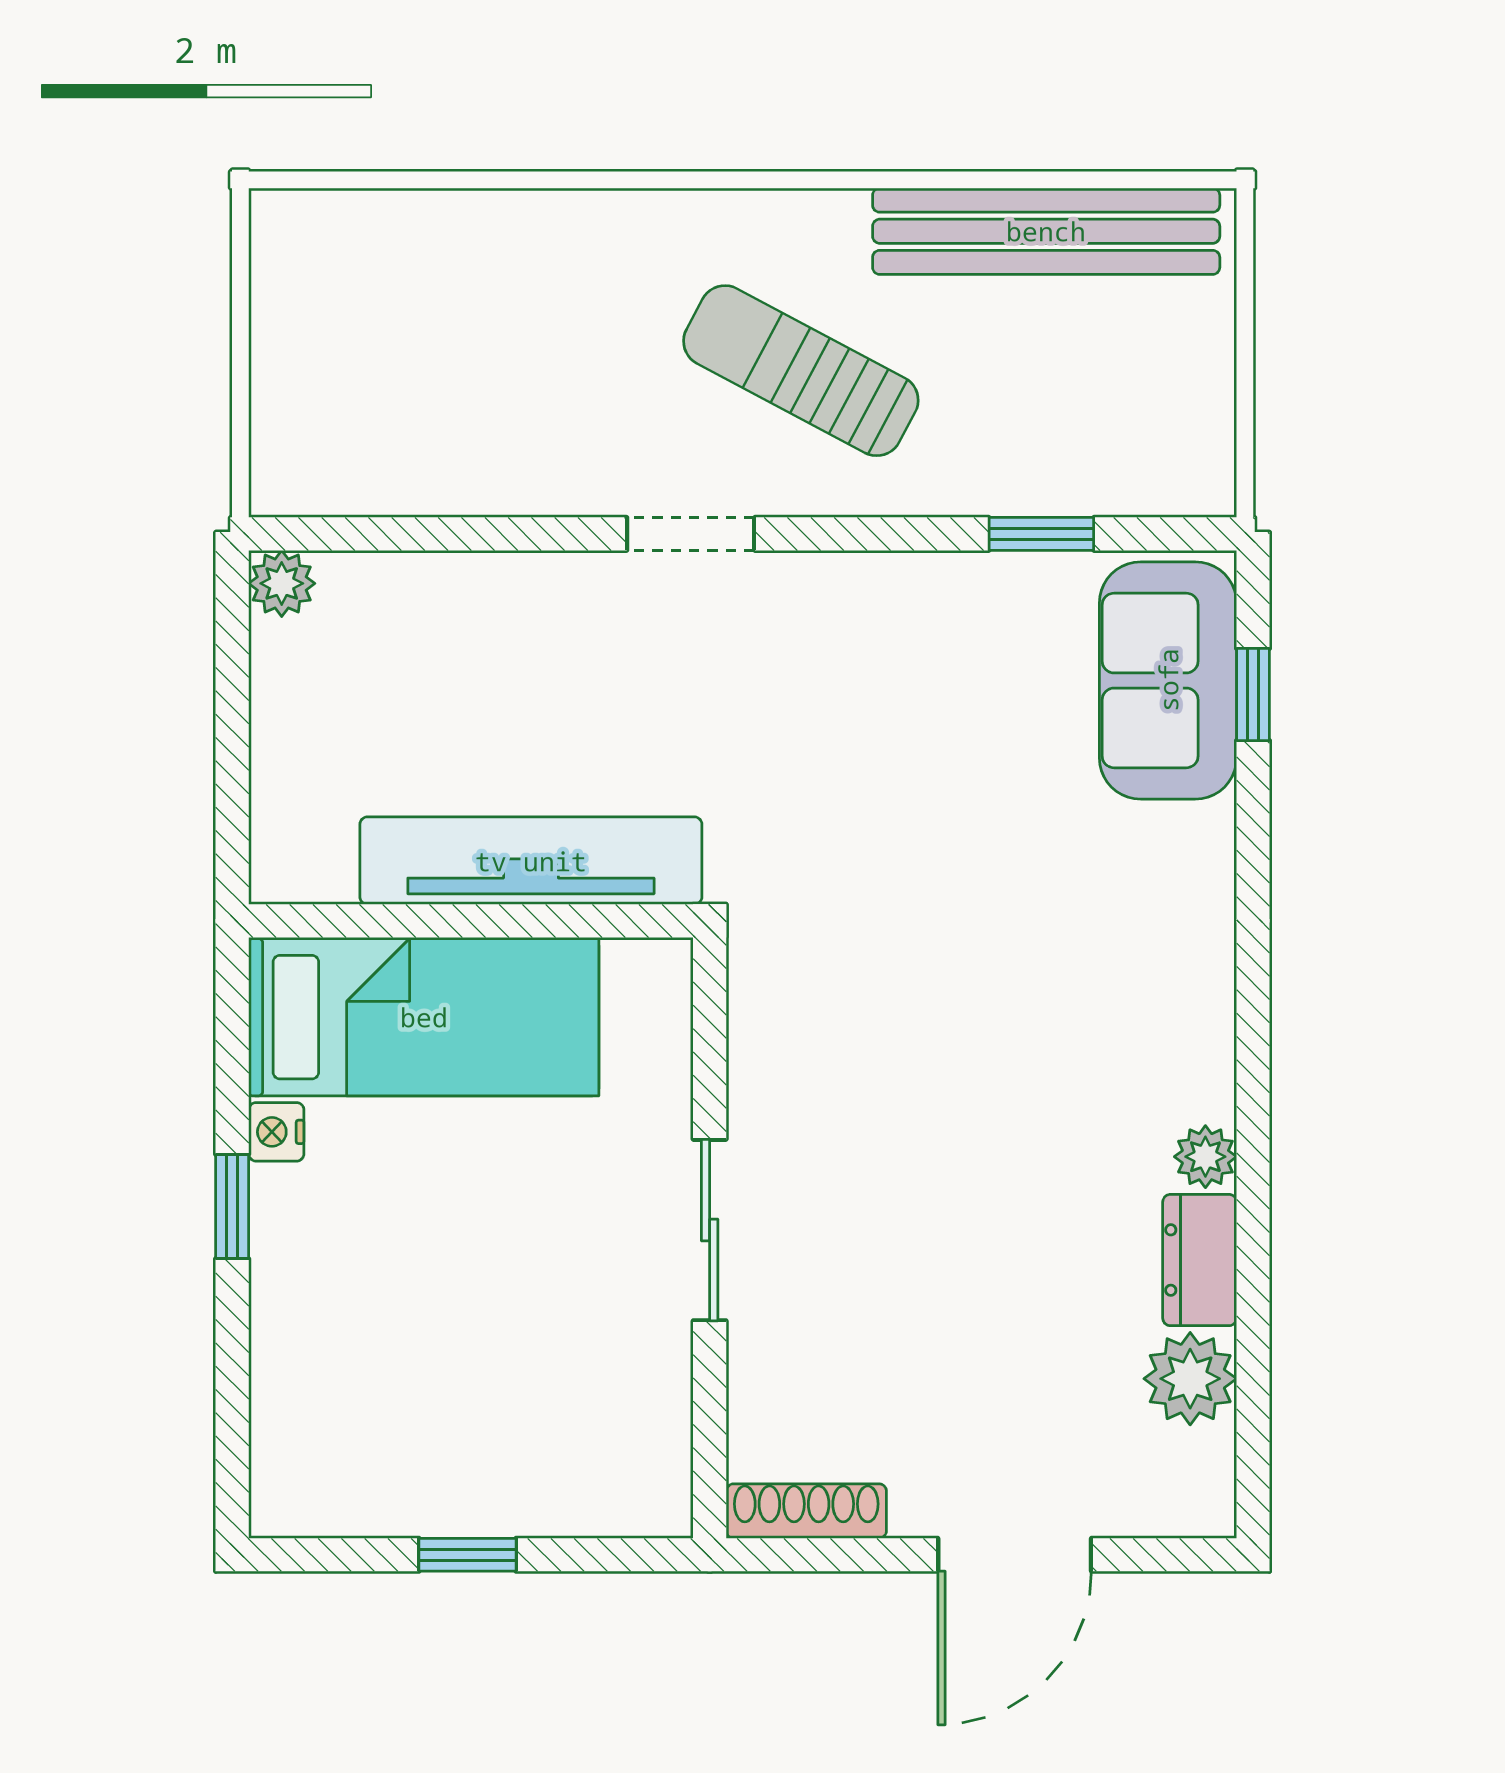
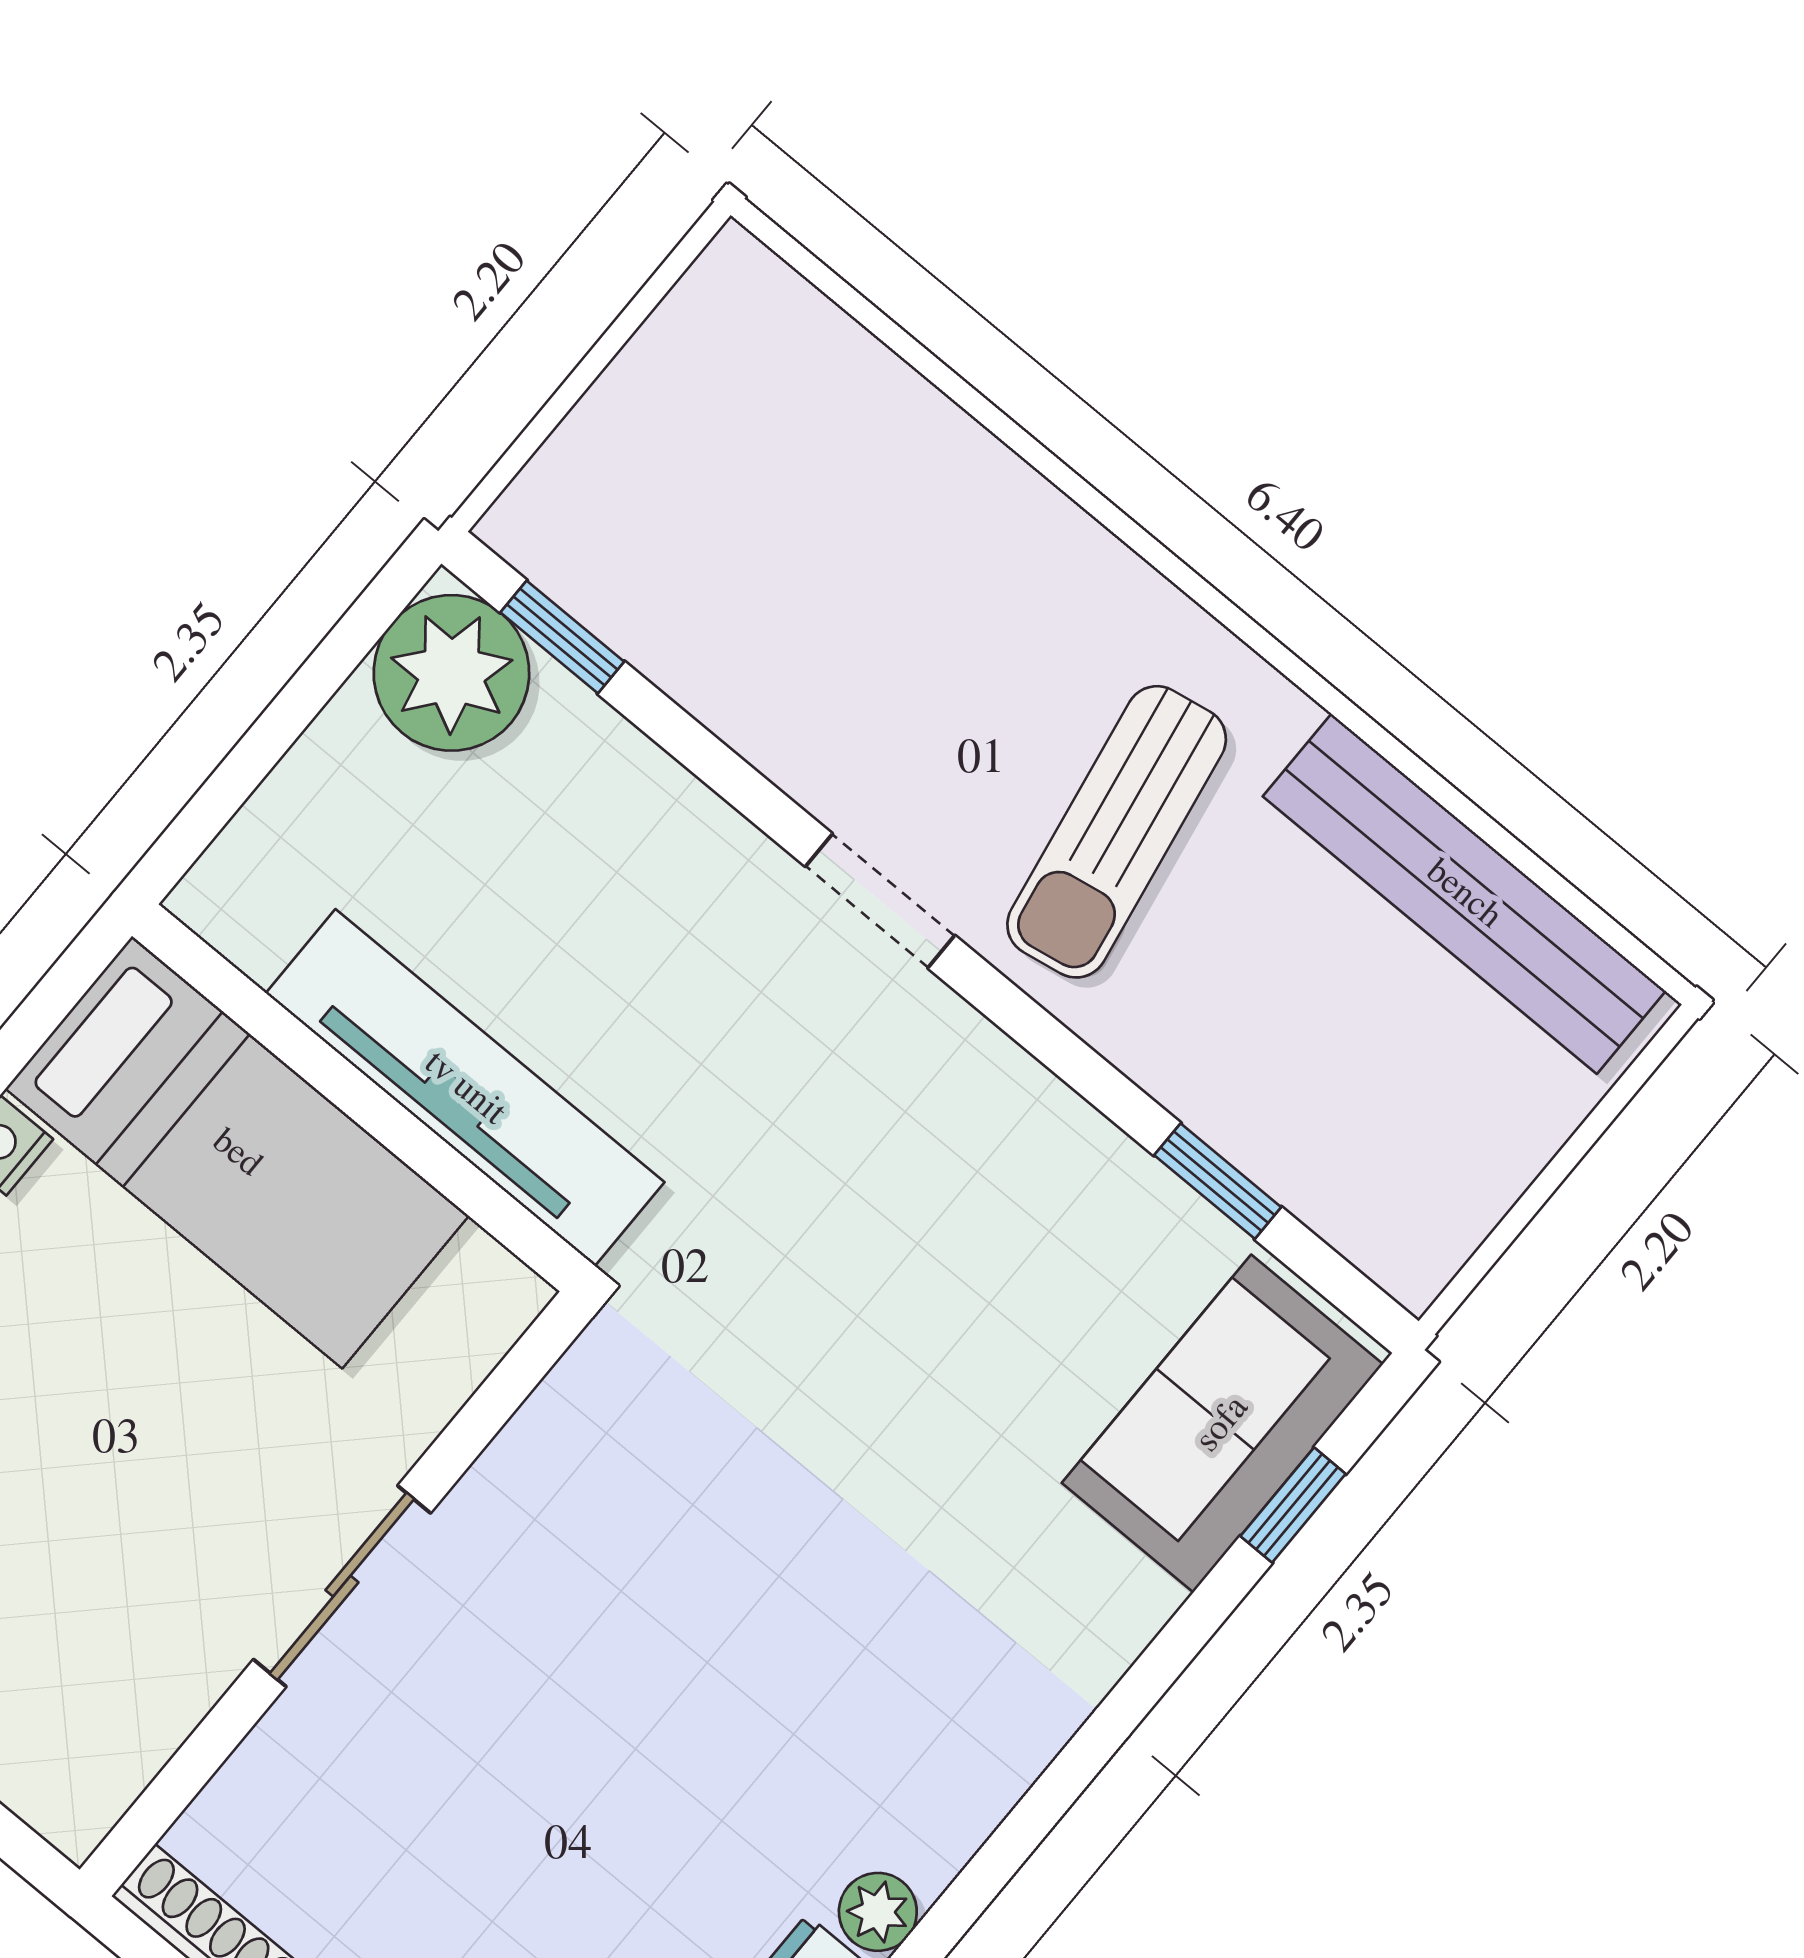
sun lounger: (801, 371) -> (1117, 832), turned -128
window: (361, 534) -> (562, 637), added
plant: (282, 583) -> (451, 673), width x1.87, depth x1.87

